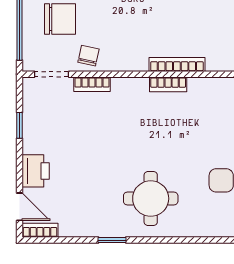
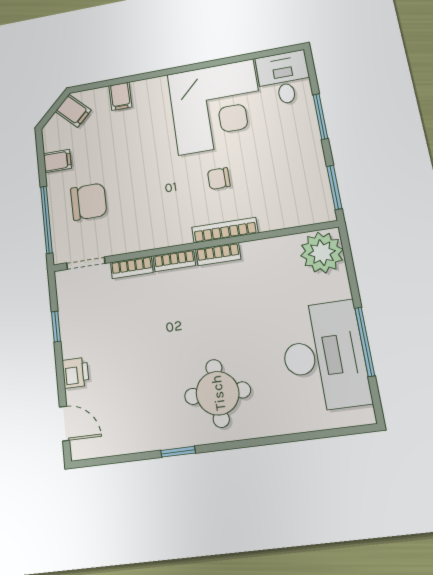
chair: (88, 56) -> (219, 179), moved, turned -102
printer: (36, 171) -> (76, 373), width x0.73, depth x0.81
bookcase: (40, 230) -> (174, 261), moved, turned 180

